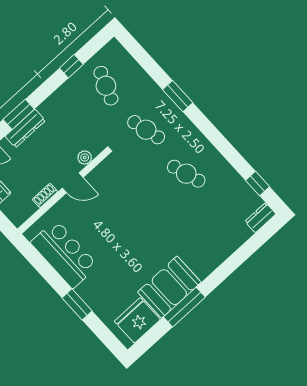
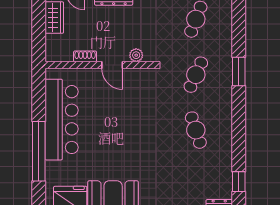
cafe table: (146, 130) -> (196, 75), turned 39
bar counter: (64, 254) -> (62, 120), width x1.36
window: (77, 304) -> (39, 151), width x2.11

